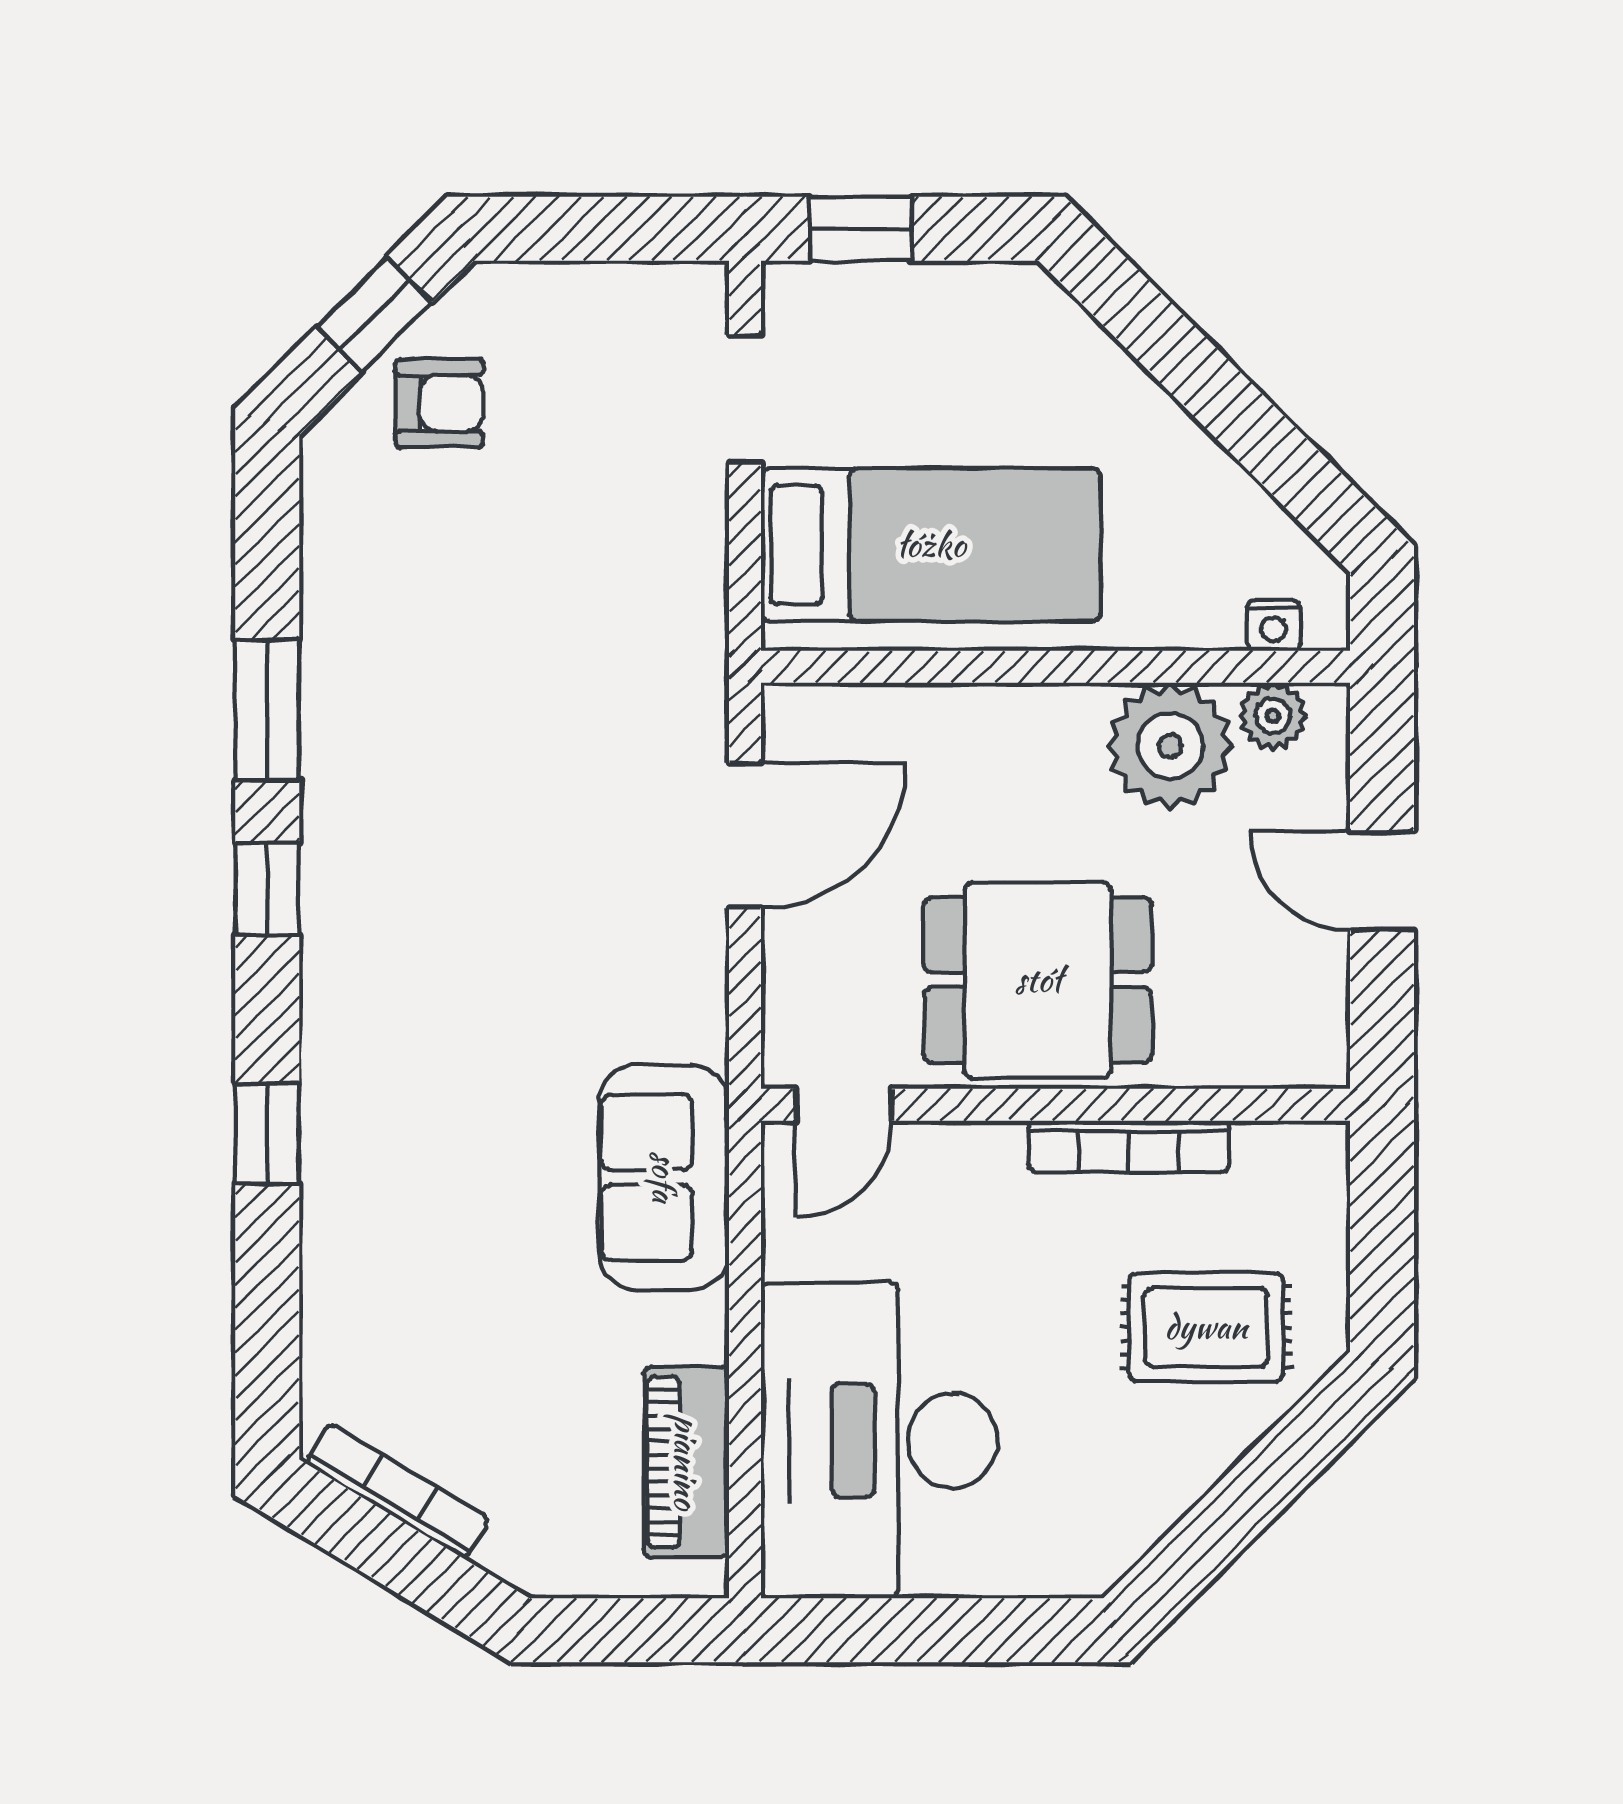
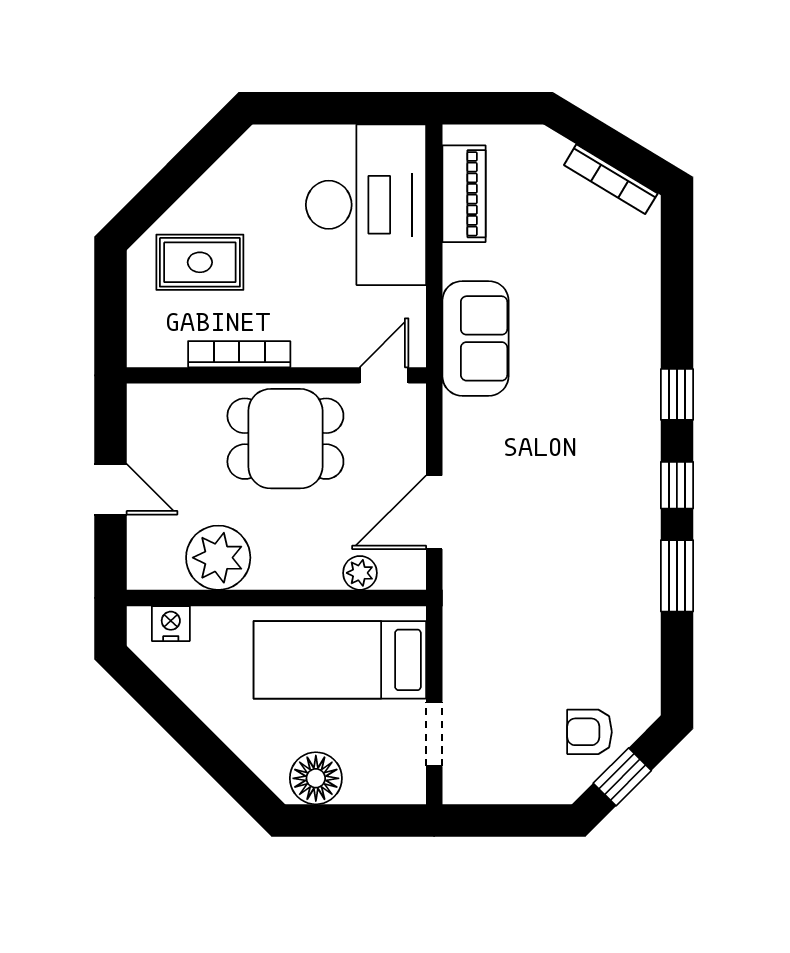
window: (861, 229) -> (375, 820), removed
floor lamp: (978, 312) -> (316, 778), added
nightstand: (1274, 625) -> (171, 624), width x1.39, depth x1.35
plant: (1273, 716) -> (360, 573), moved
window: (267, 1134) -> (677, 394), moved

